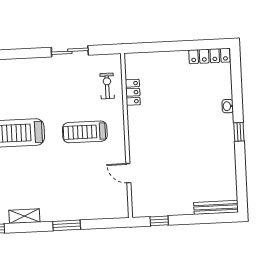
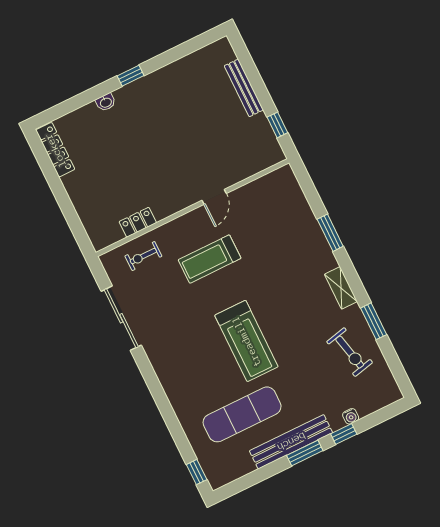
sliding door: (70, 51) -> (121, 318), width x1.37
treadmill: (85, 132) -> (210, 259), turned 90
door: (128, 173) -> (214, 197), moved
bench: (216, 207) -> (244, 88), moved

